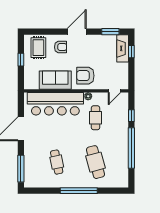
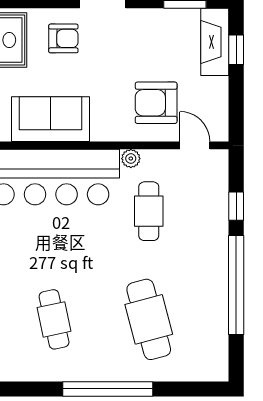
armchair: (85, 76) -> (156, 103), moved
door: (114, 91) -> (195, 145), swing flipped

